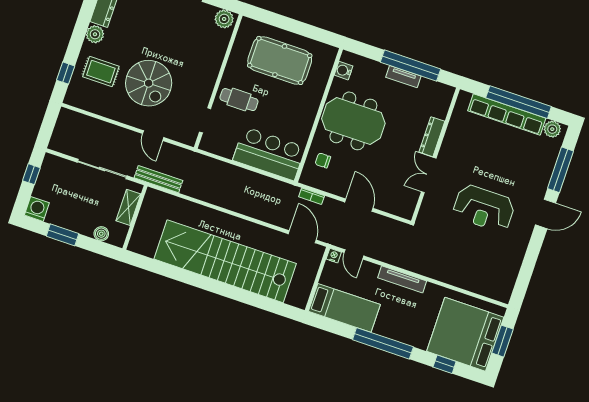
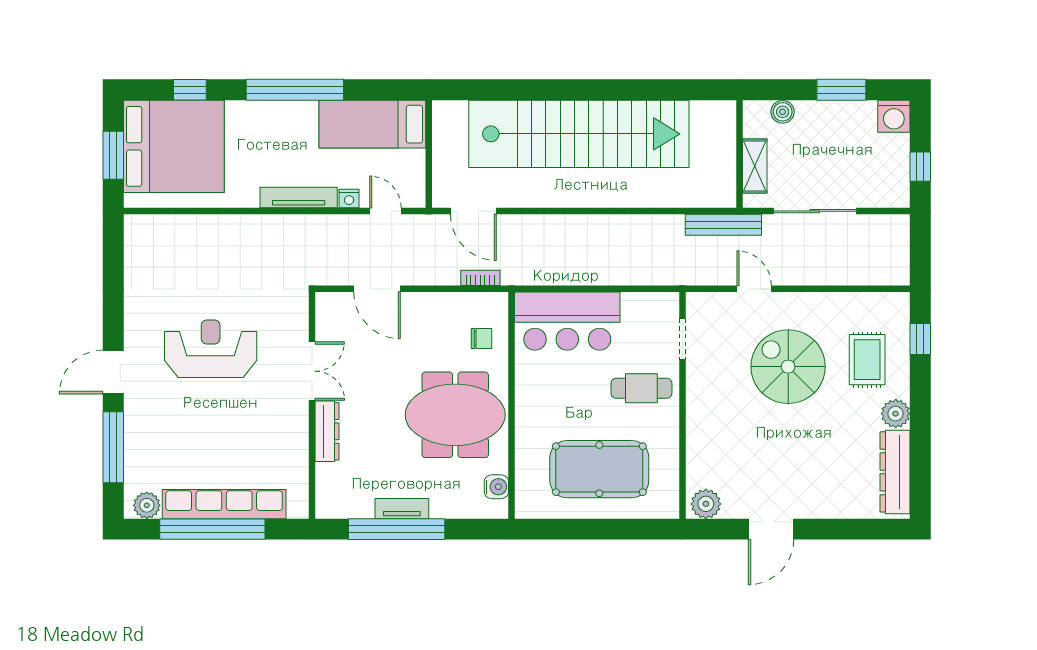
rug: (101, 72) -> (867, 360), turned 90
door: (359, 205) -> (377, 289), moved
nightstand: (334, 256) -> (349, 199), moved

